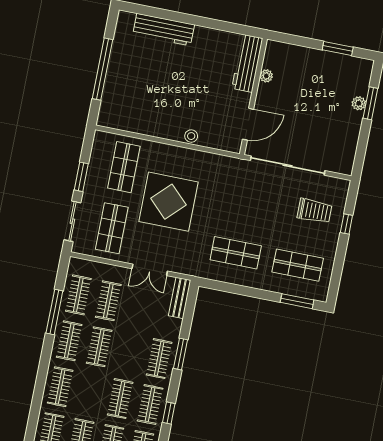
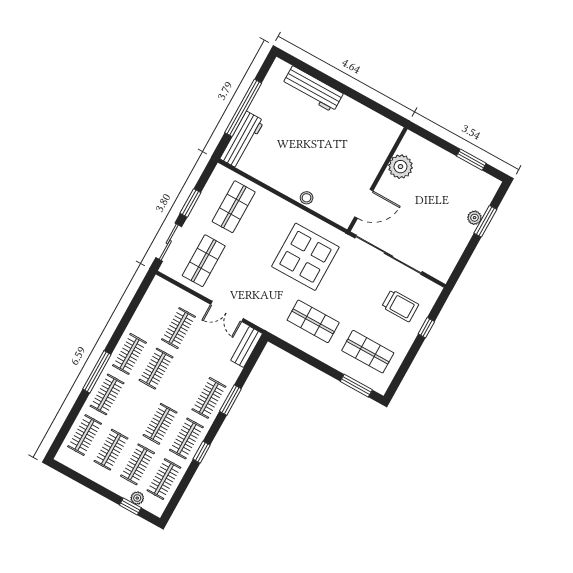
workbench: (247, 63) -> (242, 140), moved, turned 180
plant: (266, 76) -> (400, 167), width x1.87, depth x1.87
display table: (168, 202) -> (305, 257), moved
clothes rail: (78, 295) -> (152, 313), removed
window: (54, 312) -> (97, 372), moved

